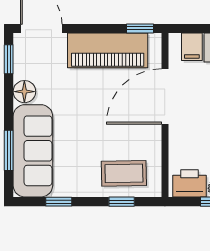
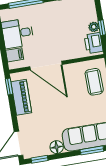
piano: (108, 50) -> (21, 97), width x0.73, depth x0.75

